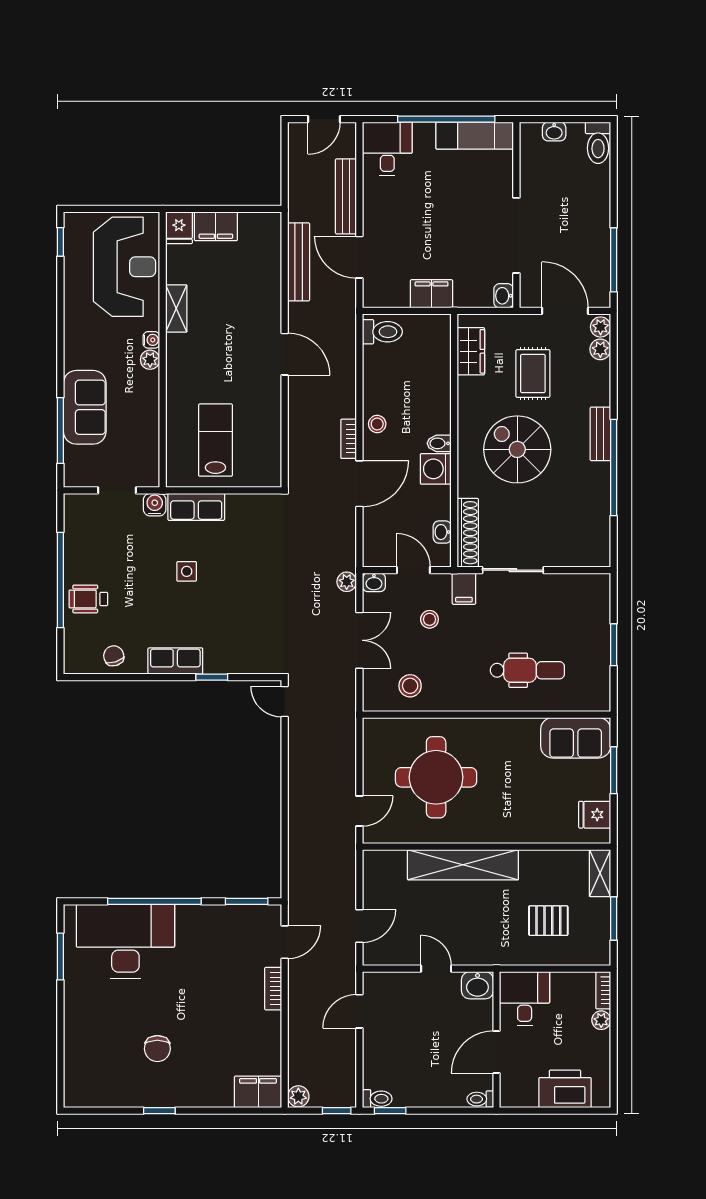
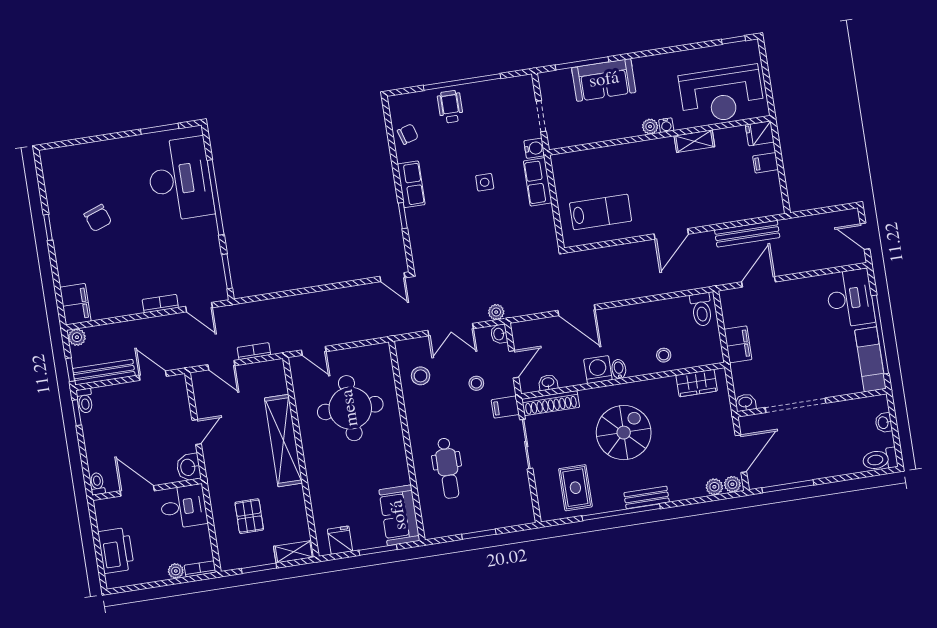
desk: (387, 149) -> (850, 298), width x1.37
bench: (346, 196) -> (104, 372), moved
filing cabinet: (216, 226) -> (766, 163), width x0.50
rug: (533, 374) -> (575, 488), moved, turned 90
stool: (377, 424) -> (664, 355), moved
bookcase: (349, 439) -> (254, 351), moved
lab bench: (215, 440) -> (601, 212), moved
door: (285, 702) -> (392, 277), swing flipped
chair: (157, 1049) -> (98, 218), turned -110

